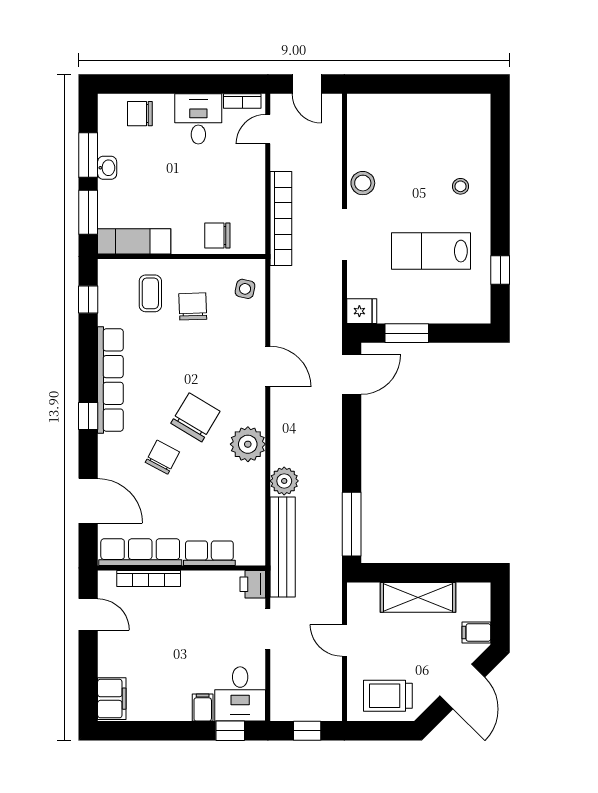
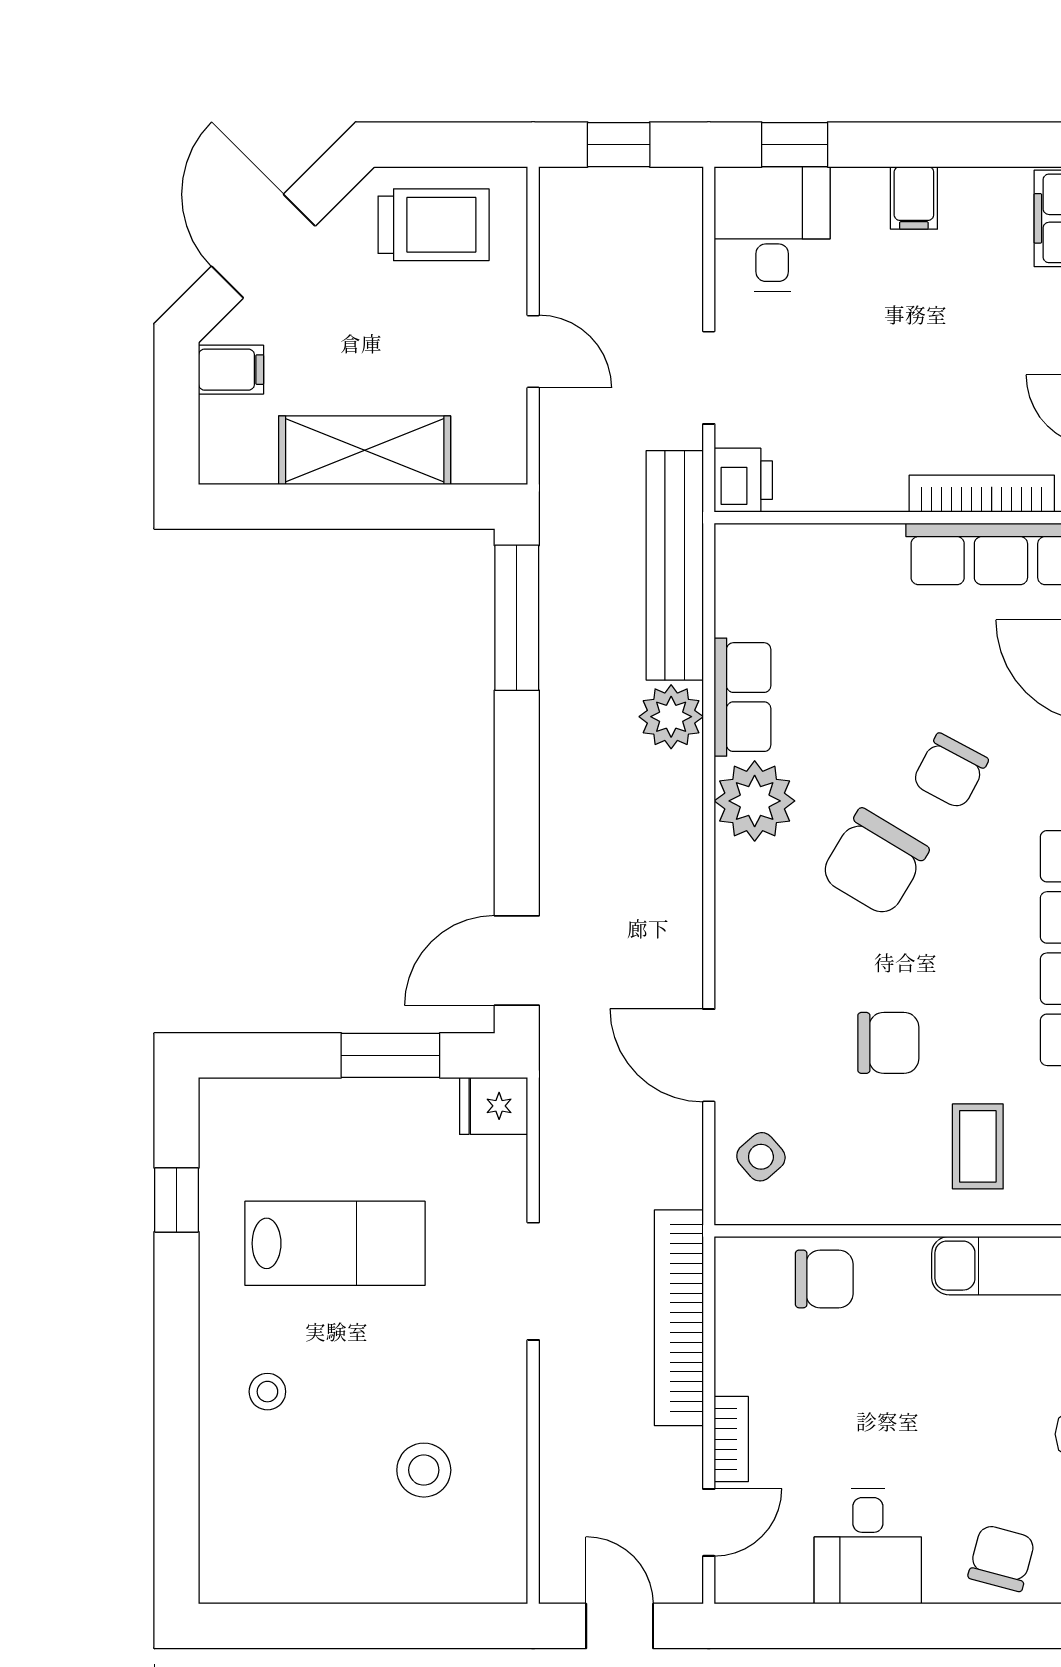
bookcase: (242, 101) -> (731, 1439), moved, turned 90
chair: (140, 114) -> (1002, 1558), turned -75
stool: (363, 183) -> (424, 1470), moved
side table: (245, 289) -> (761, 1157), turned 37
chair: (193, 306) -> (888, 1043), moved, turned -88
door: (268, 367) -> (709, 1055), moved
row of seats: (209, 553) -> (742, 697), moved, turned -90
filing cabinet: (203, 708) -> (914, 198), moved

